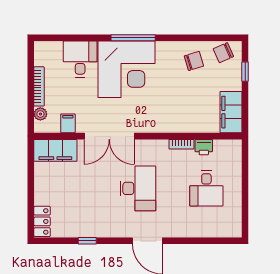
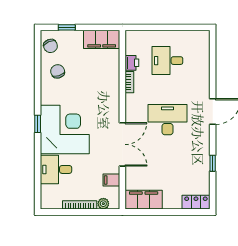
window: (133, 38) -> (38, 124), width x0.46
filing cabinet: (55, 150) -> (144, 200), moved, turned -90
desk: (206, 188) -> (167, 61), turned 180

